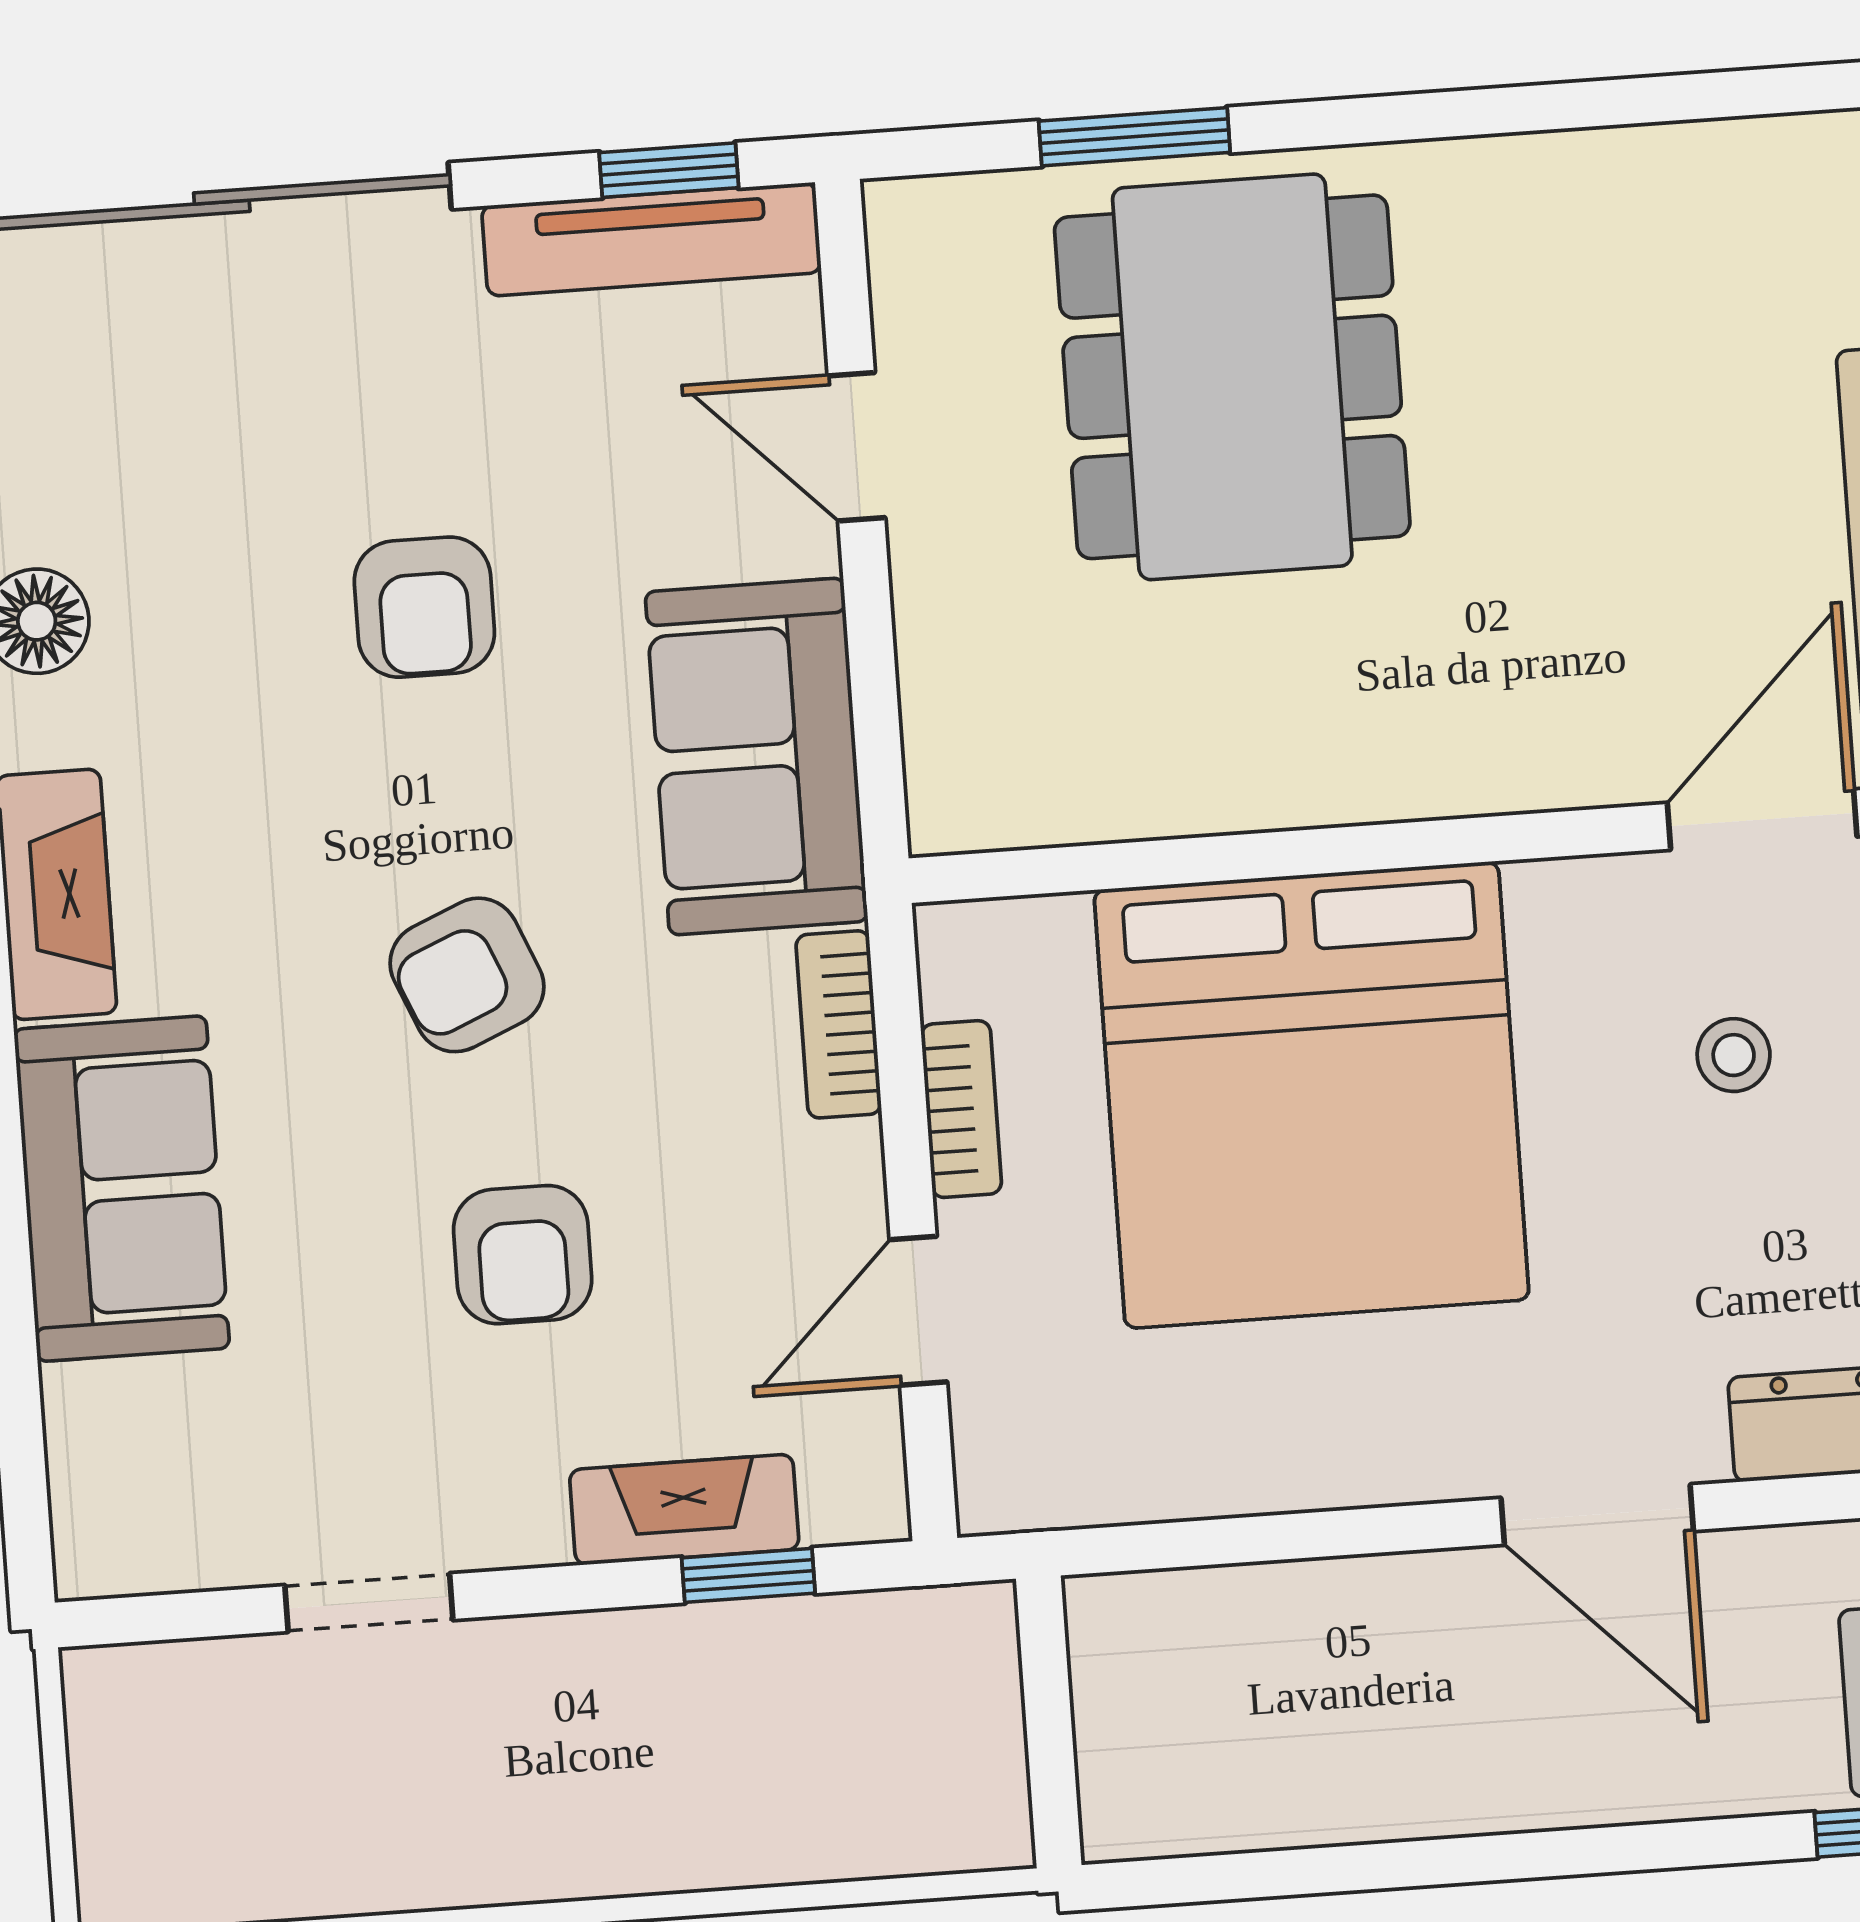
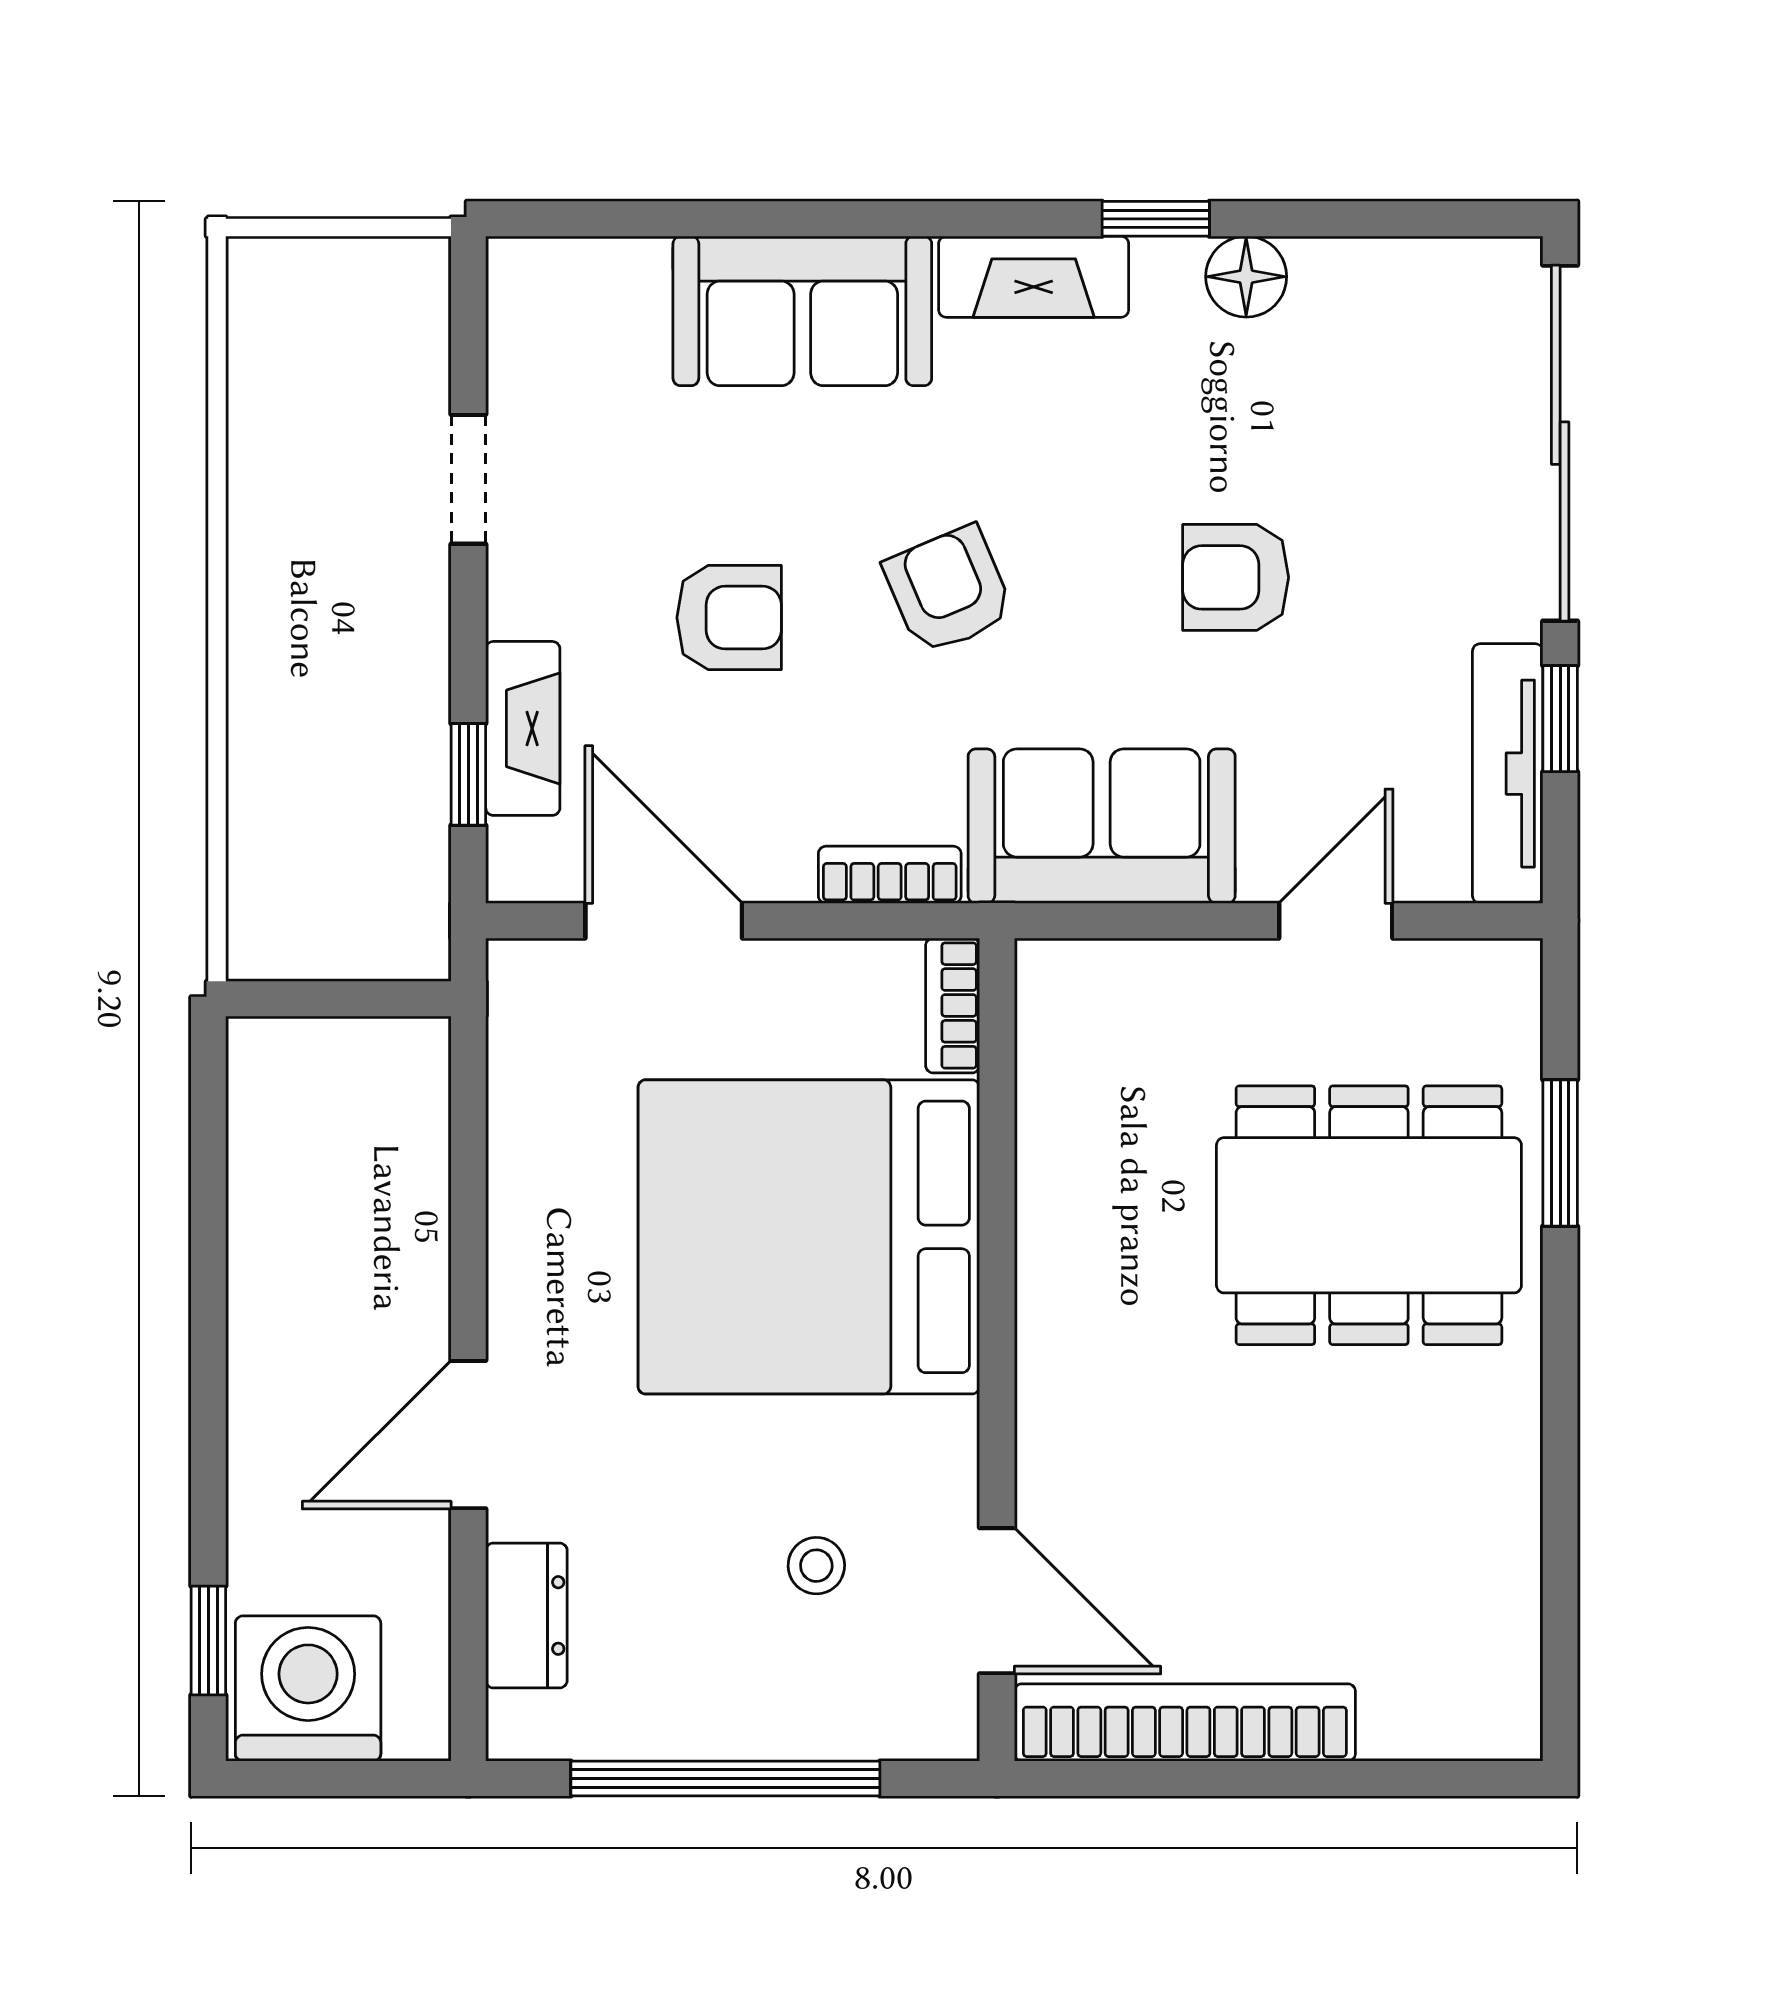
window: (669, 170) -> (1560, 719), moved
bookcase: (961, 1109) -> (953, 1005), moved, turned 90
armchair: (523, 1255) -> (729, 618), turned 180
door: (918, 1311) -> (664, 921), width x1.38

